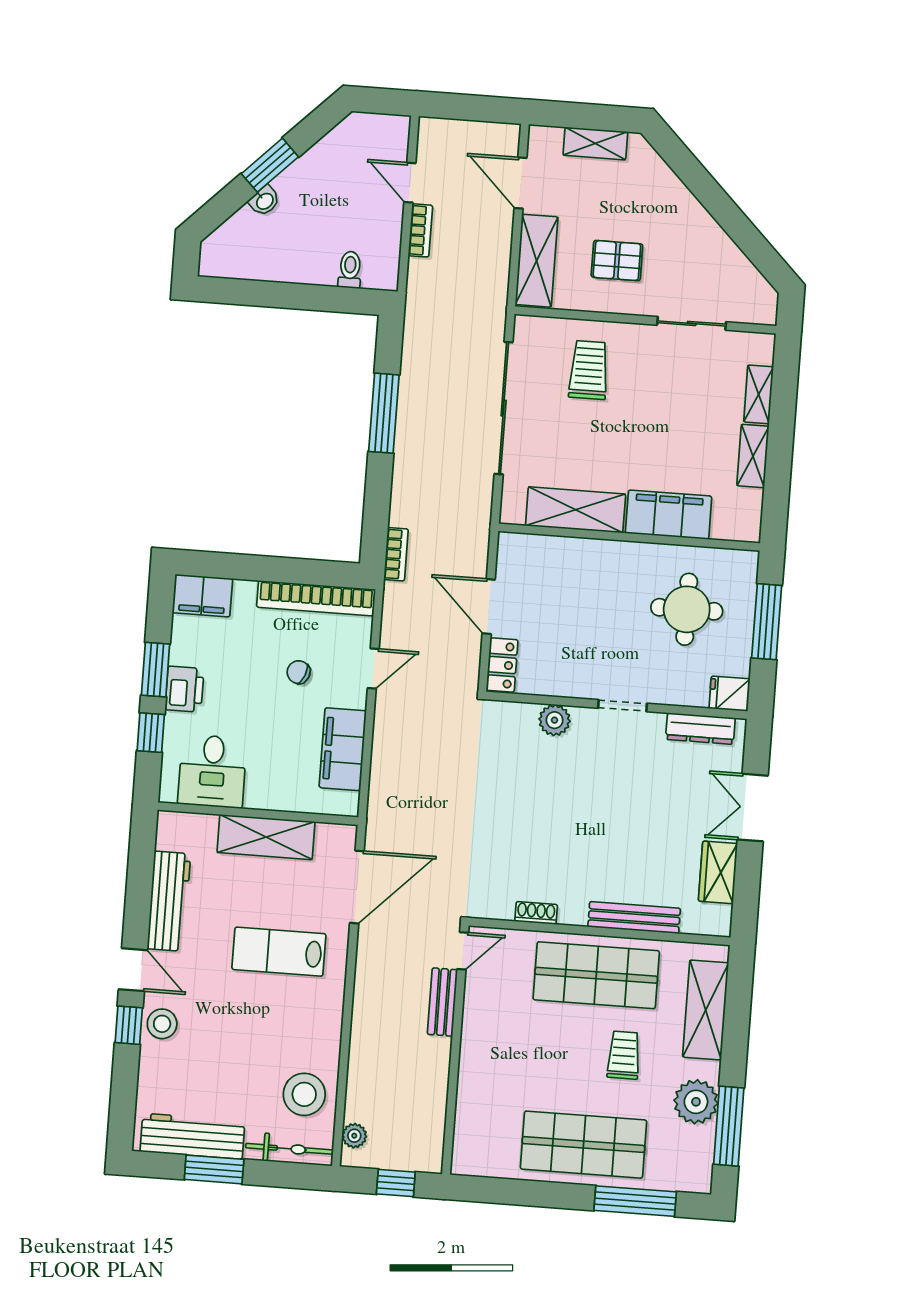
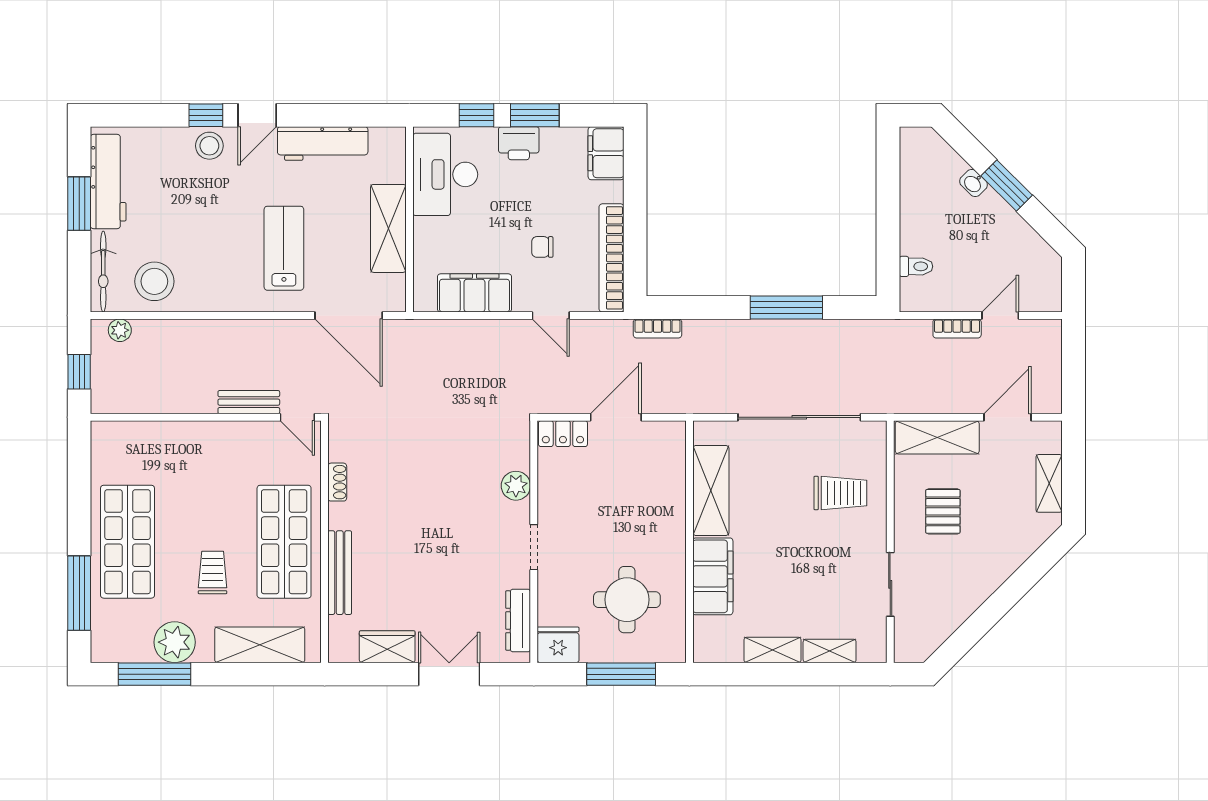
chair: (299, 672) -> (542, 247), turned -112
fridge: (729, 694) -> (558, 645), width x1.38
desk: (212, 771) -> (445, 174), width x1.37
trolley: (624, 1055) -> (213, 573), turned -90

